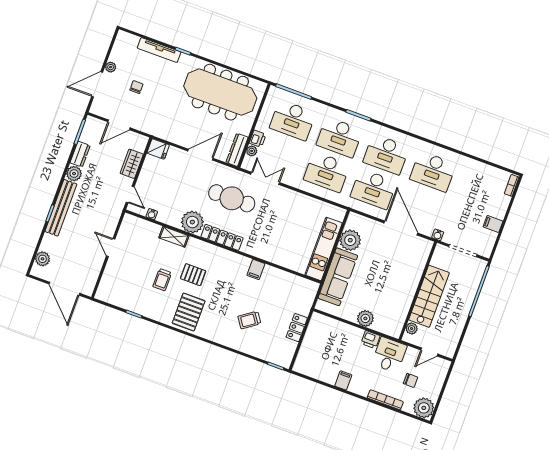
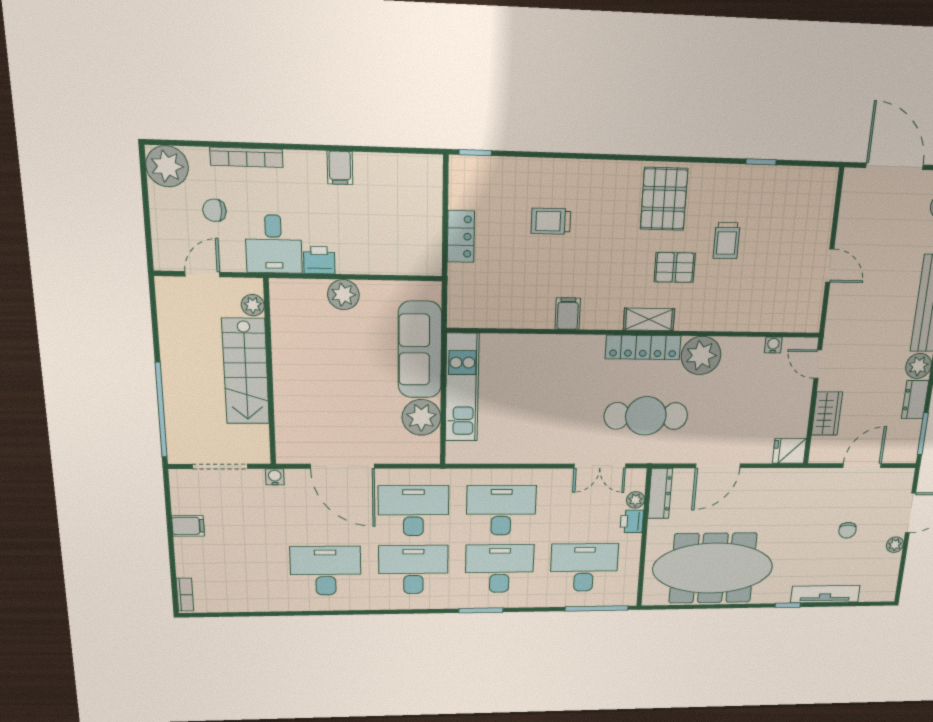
shelving: (174, 237) -> (649, 319), moved
trolley: (162, 280) -> (727, 241), turned 180
trolley: (249, 320) -> (551, 221), turned -145

